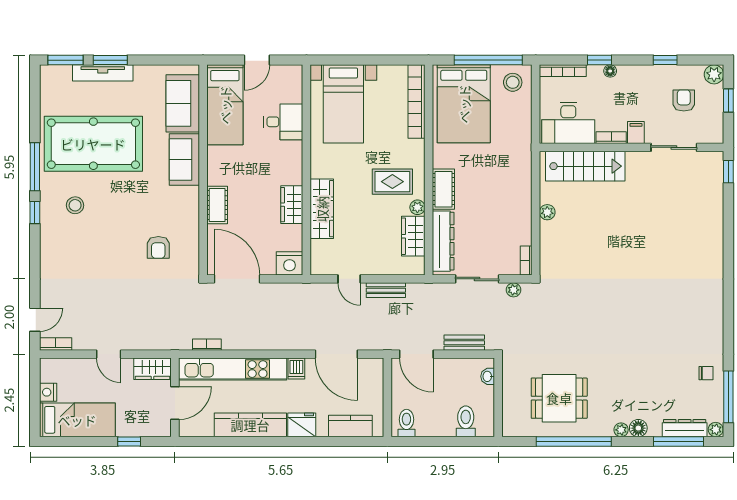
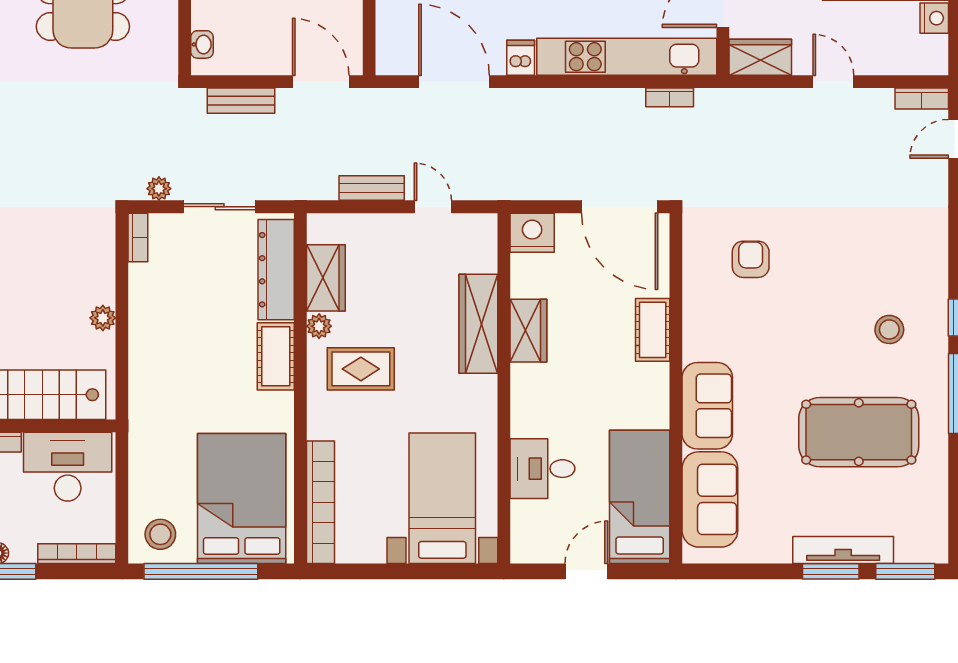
pool table: (93, 144) -> (859, 432), width x0.73, depth x0.76

